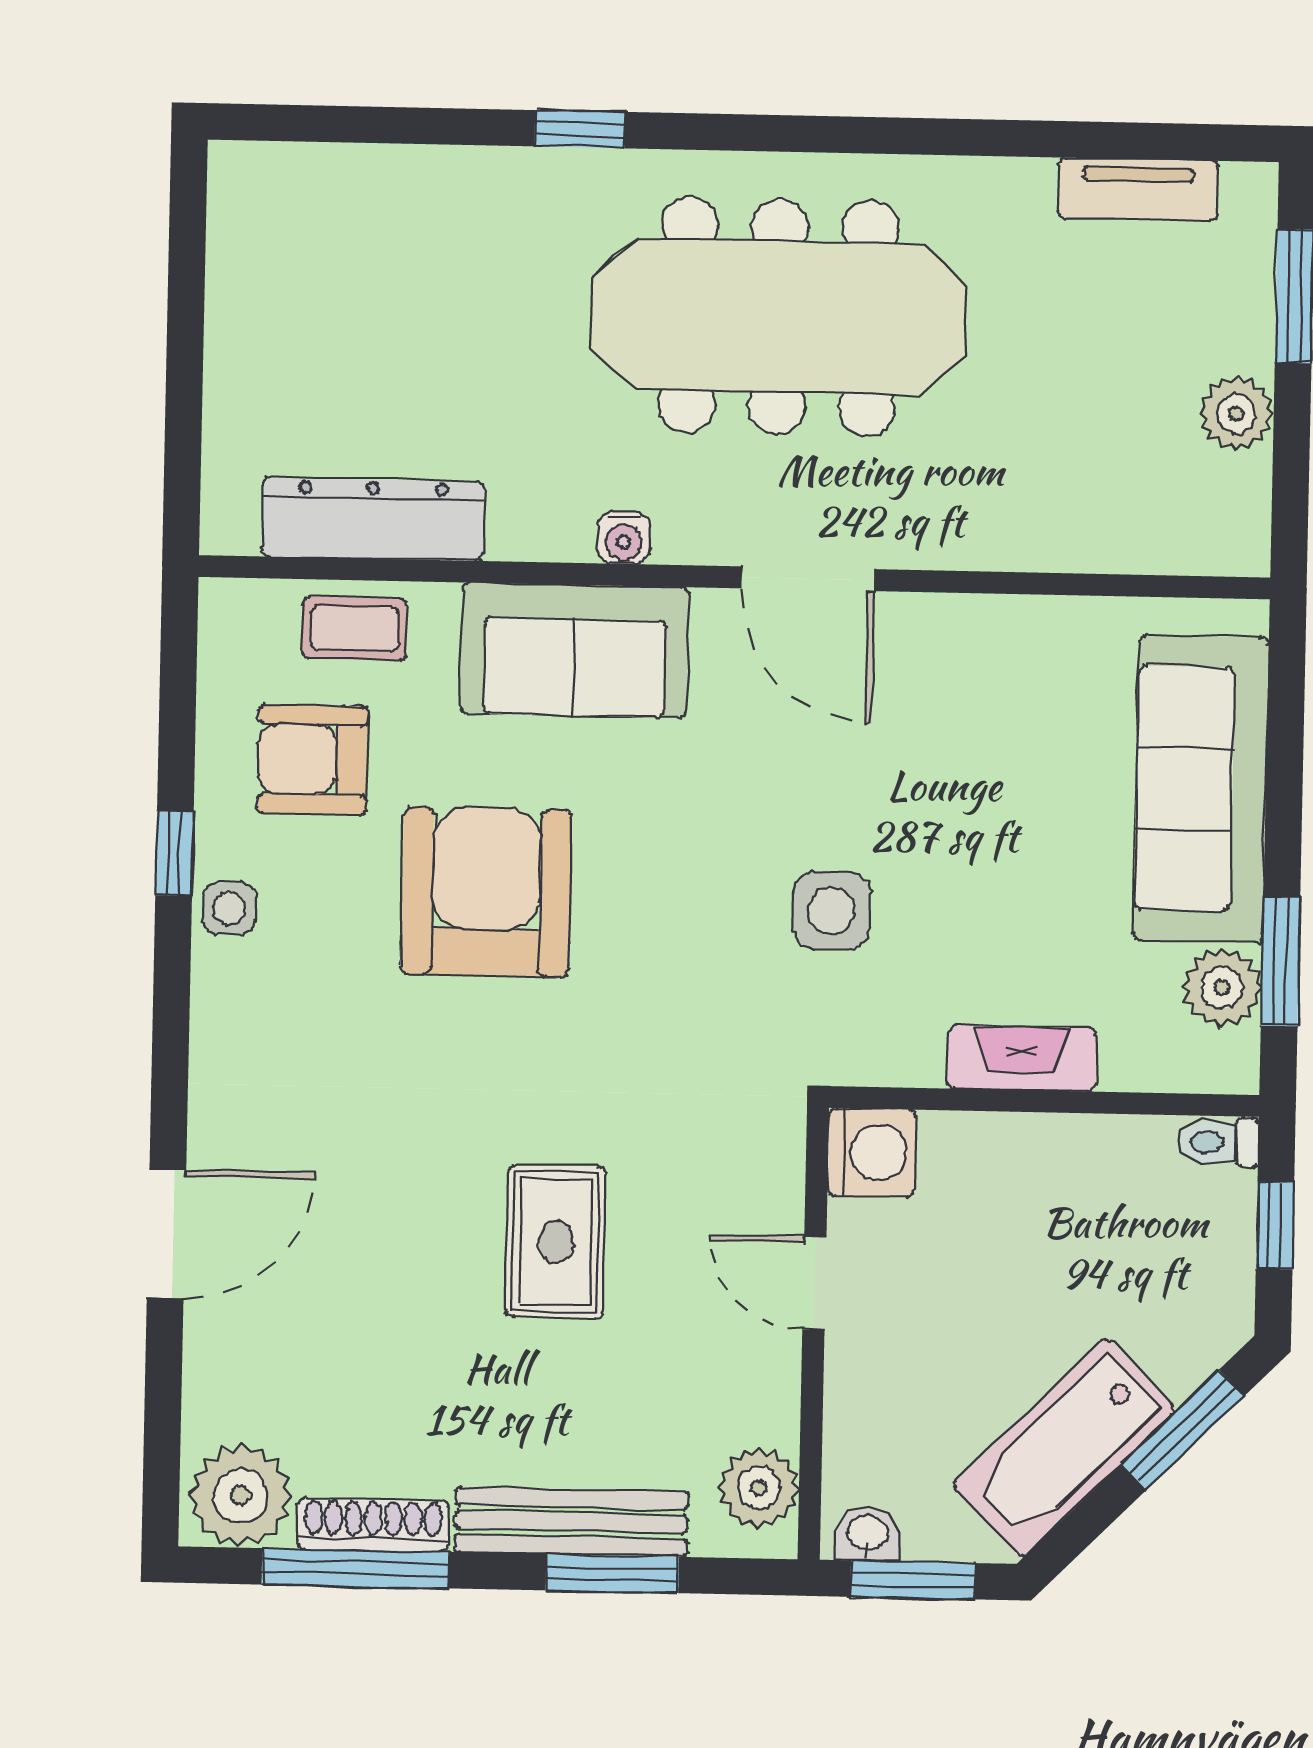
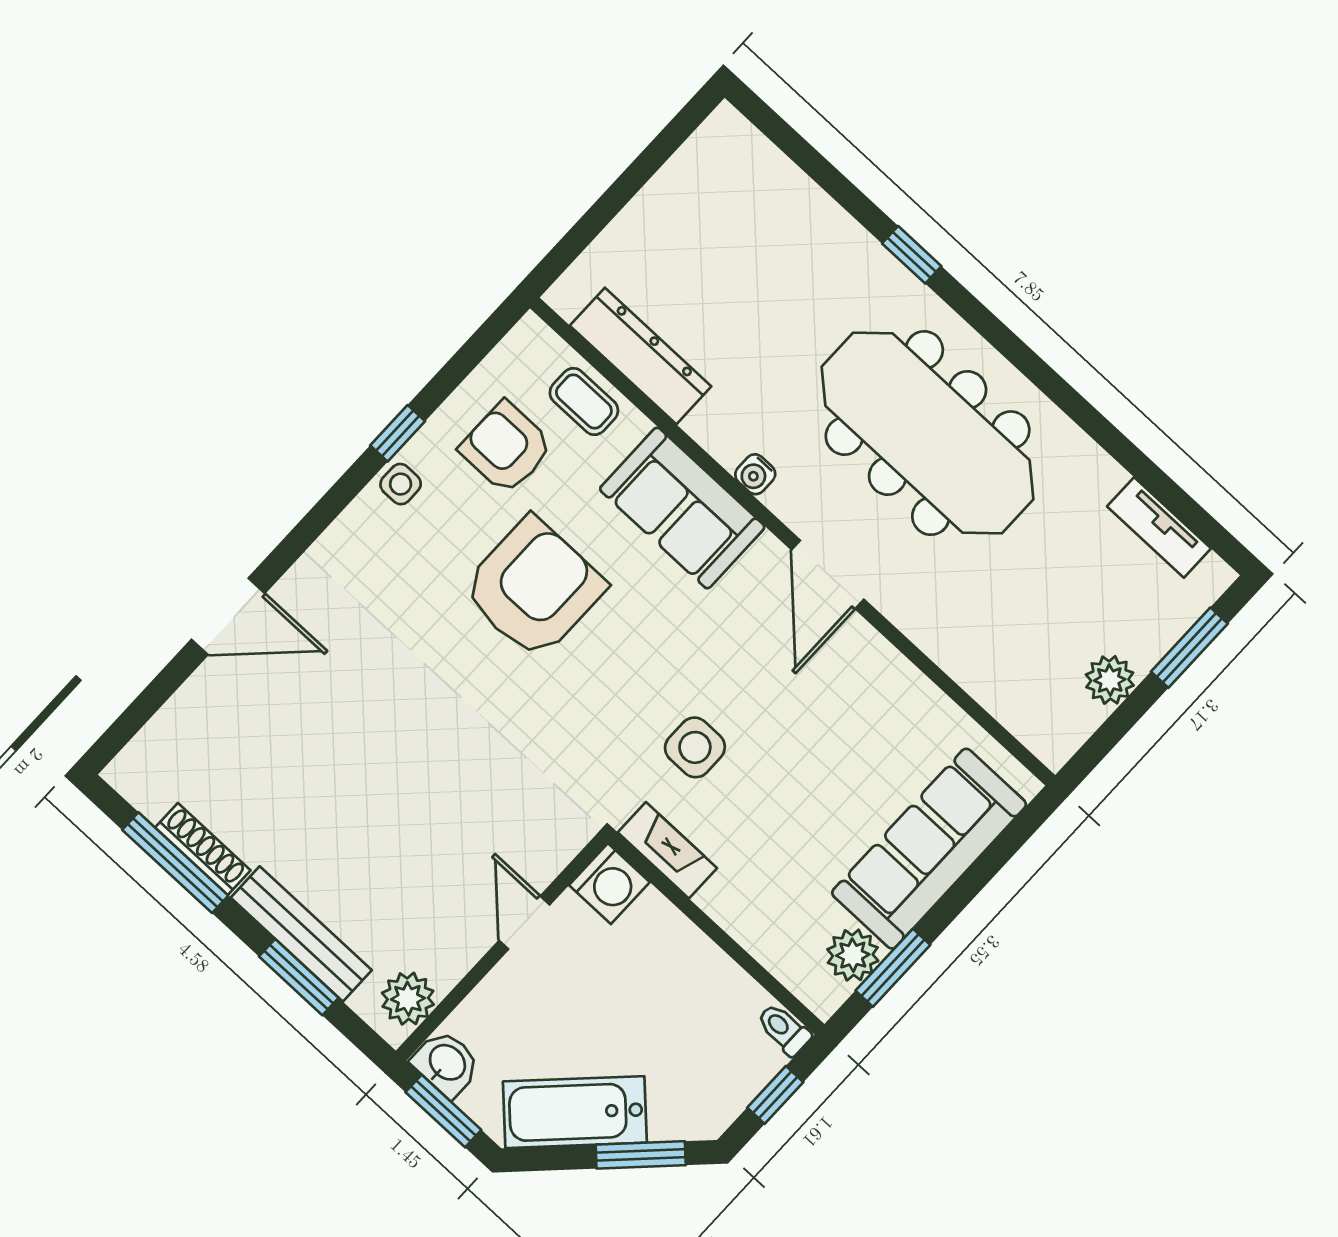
fireplace: (1022, 1058) -> (667, 850), moved
rug: (556, 1242) -> (416, 790), removed
plant: (240, 1496) -> (150, 777), removed
washbasin: (868, 1534) -> (446, 1063), width x1.38, depth x1.45

